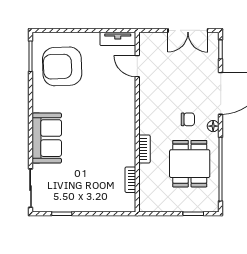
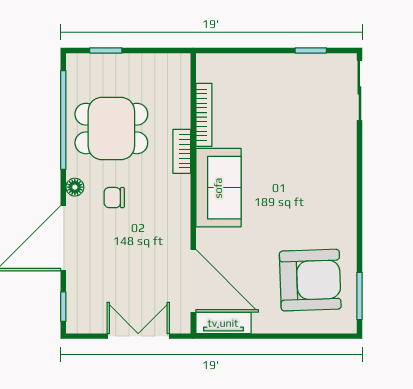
double door: (188, 30) -> (138, 336), moved
door: (137, 66) -> (193, 281), width x1.87
sofa: (47, 138) -> (218, 188), moved, turned 180
dining table: (190, 164) -> (111, 129), turned 90
bookcase: (130, 180) -> (204, 115), width x1.56

